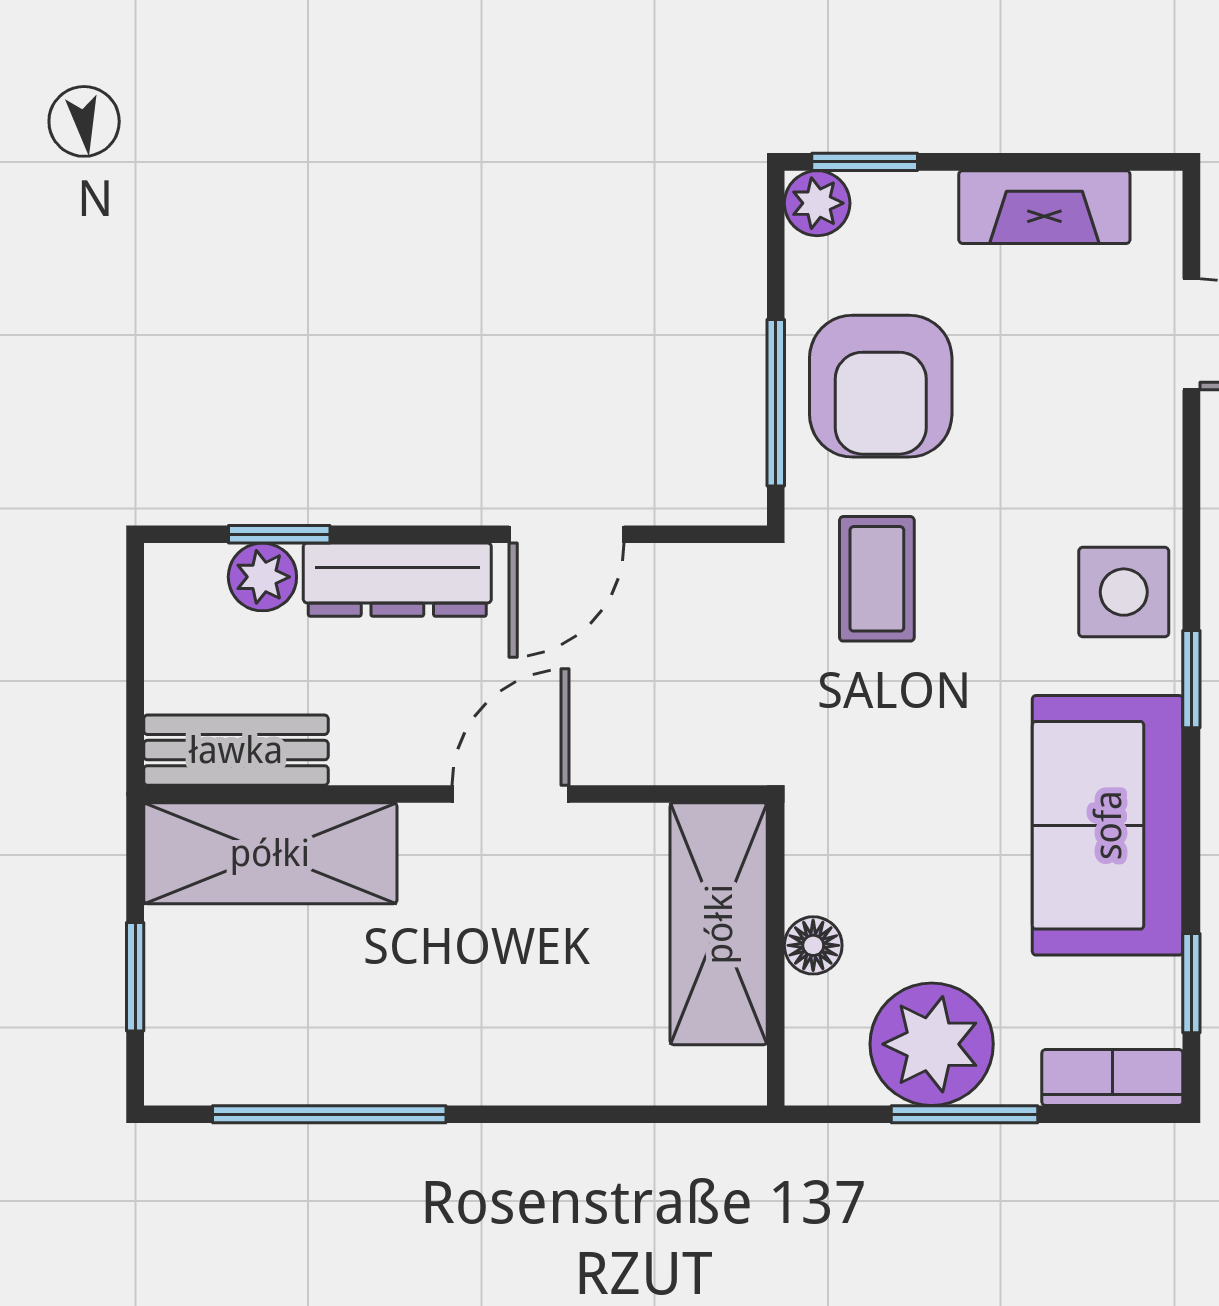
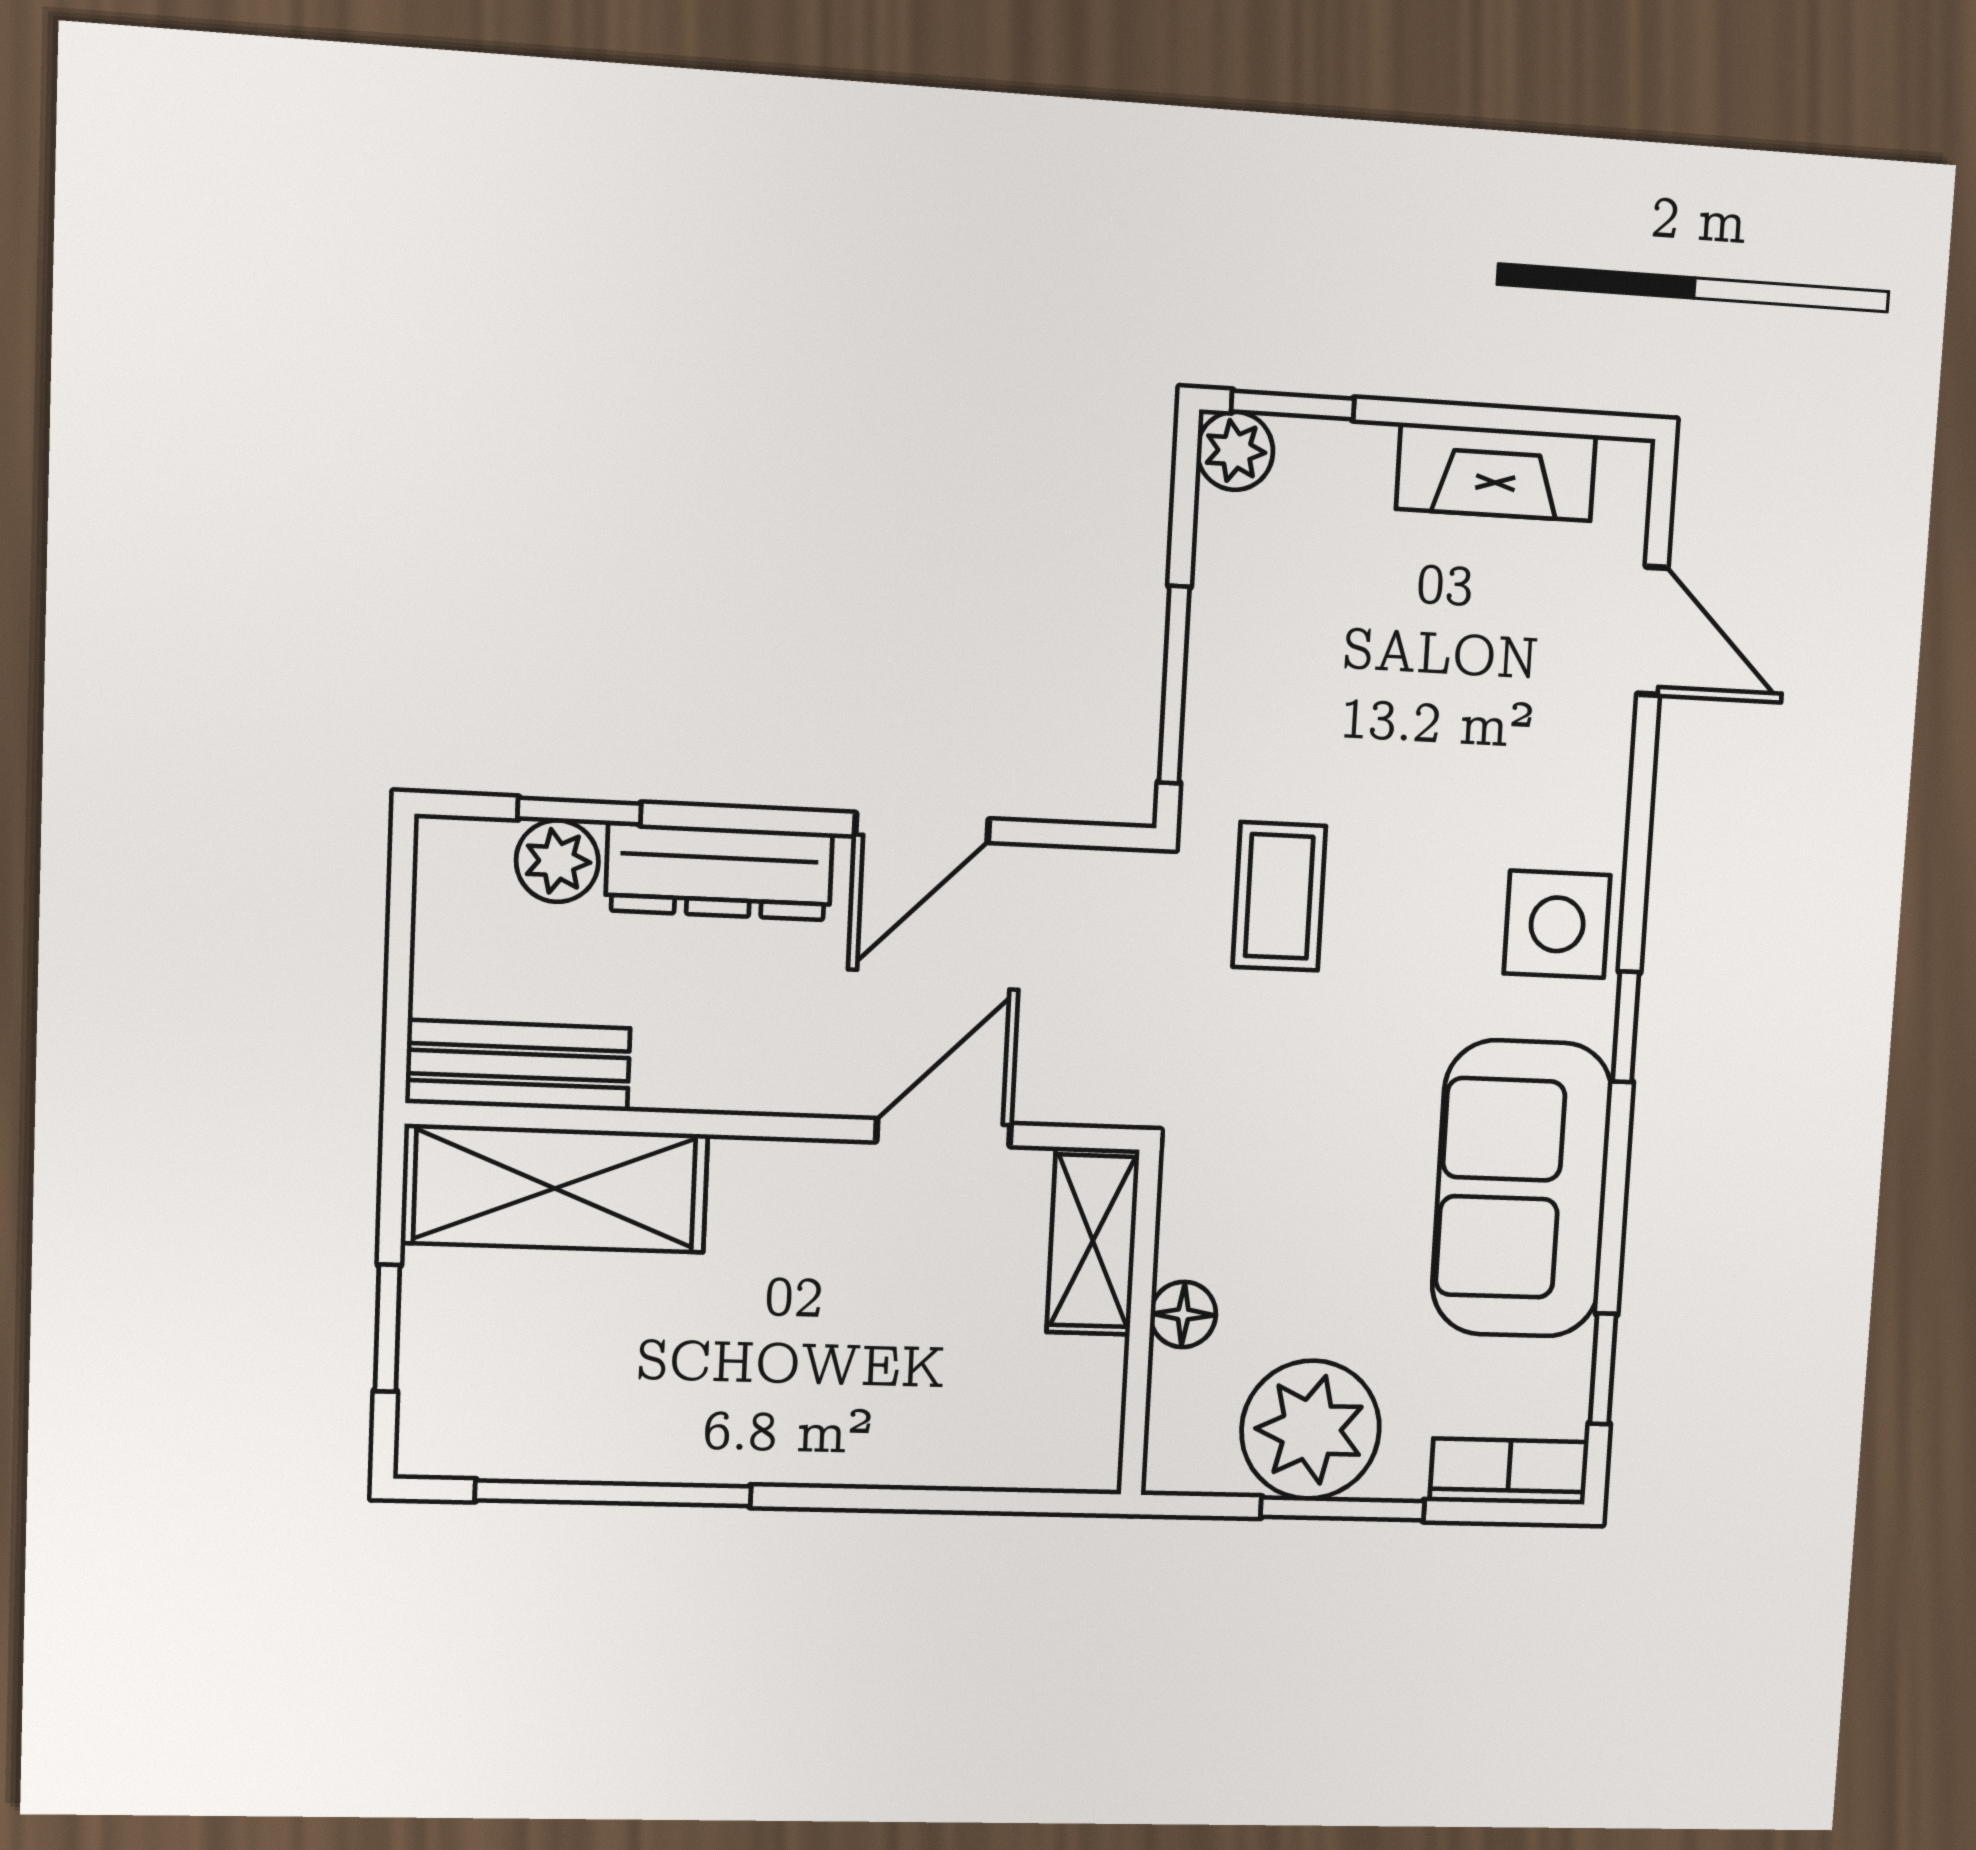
armchair: (881, 386) -> (1296, 672), removed
door: (511, 794) -> (944, 1133), moved
shelving: (719, 924) -> (1093, 1241), width x0.67, depth x0.75

